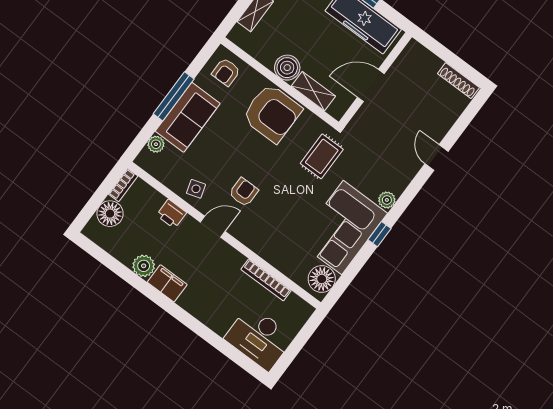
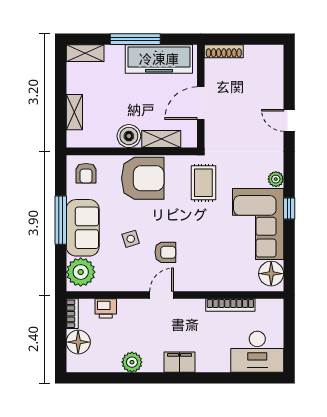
shoe rack: (458, 81) -> (224, 51), moved
plant: (156, 144) -> (81, 272), width x1.87, depth x1.87
side table: (196, 189) -> (131, 239), moved
armchair: (244, 192) -> (165, 252), turned 90
printer: (171, 214) -> (106, 308), moved
filing cabinet: (167, 283) -> (179, 362), moved

